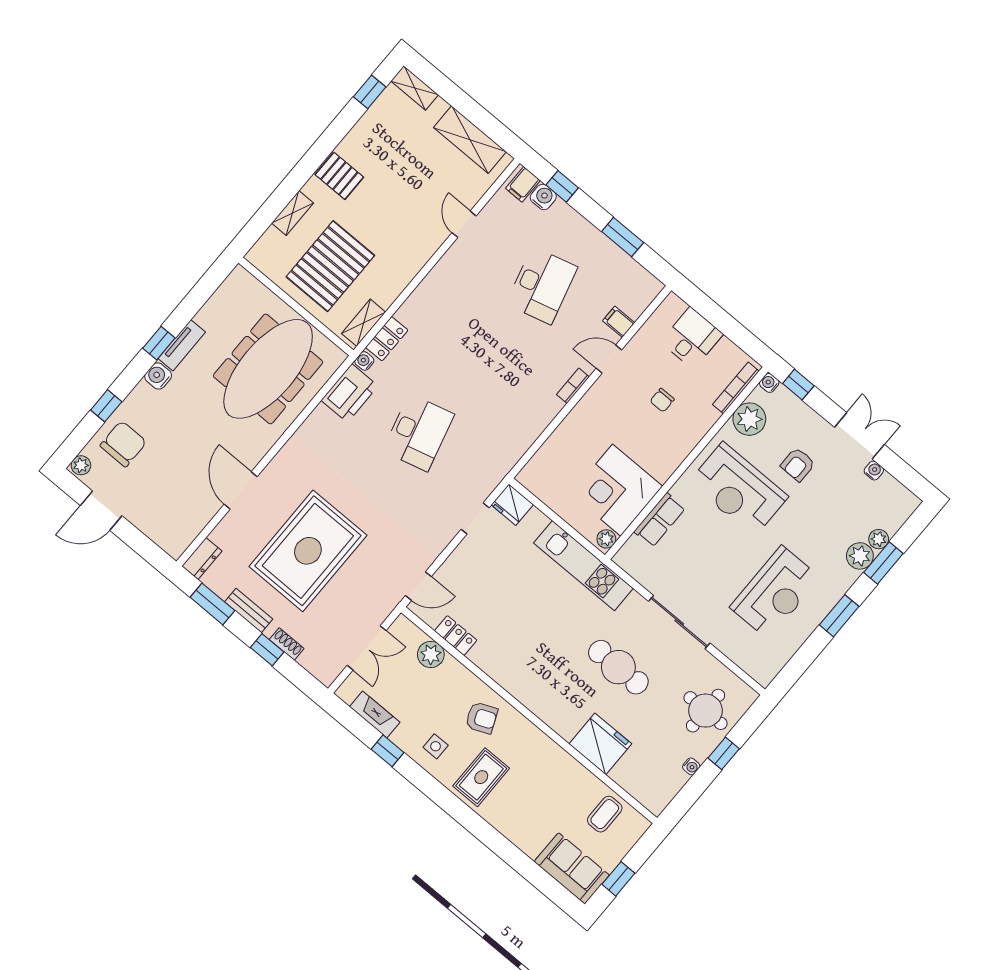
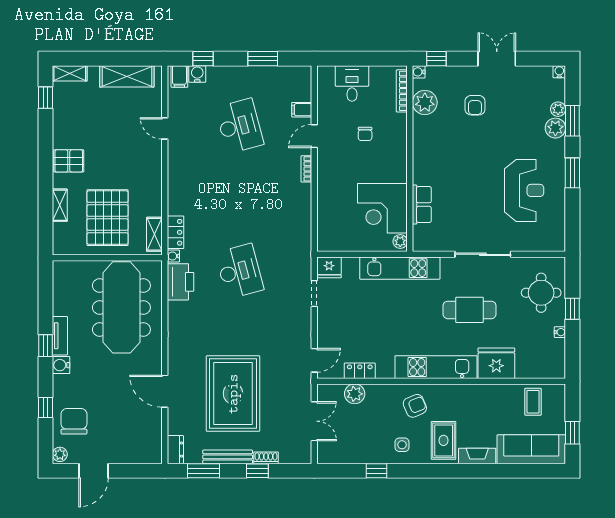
water cooler: (874, 471) -> (559, 72), moved
reception desk: (739, 489) -> (453, 148), removed
bench: (249, 610) -> (228, 457), width x1.36
kitchen unit: (536, 697) -> (436, 367), added
fireplace: (375, 714) -> (477, 456), moved
sofa: (572, 868) -> (531, 449), width x1.36

